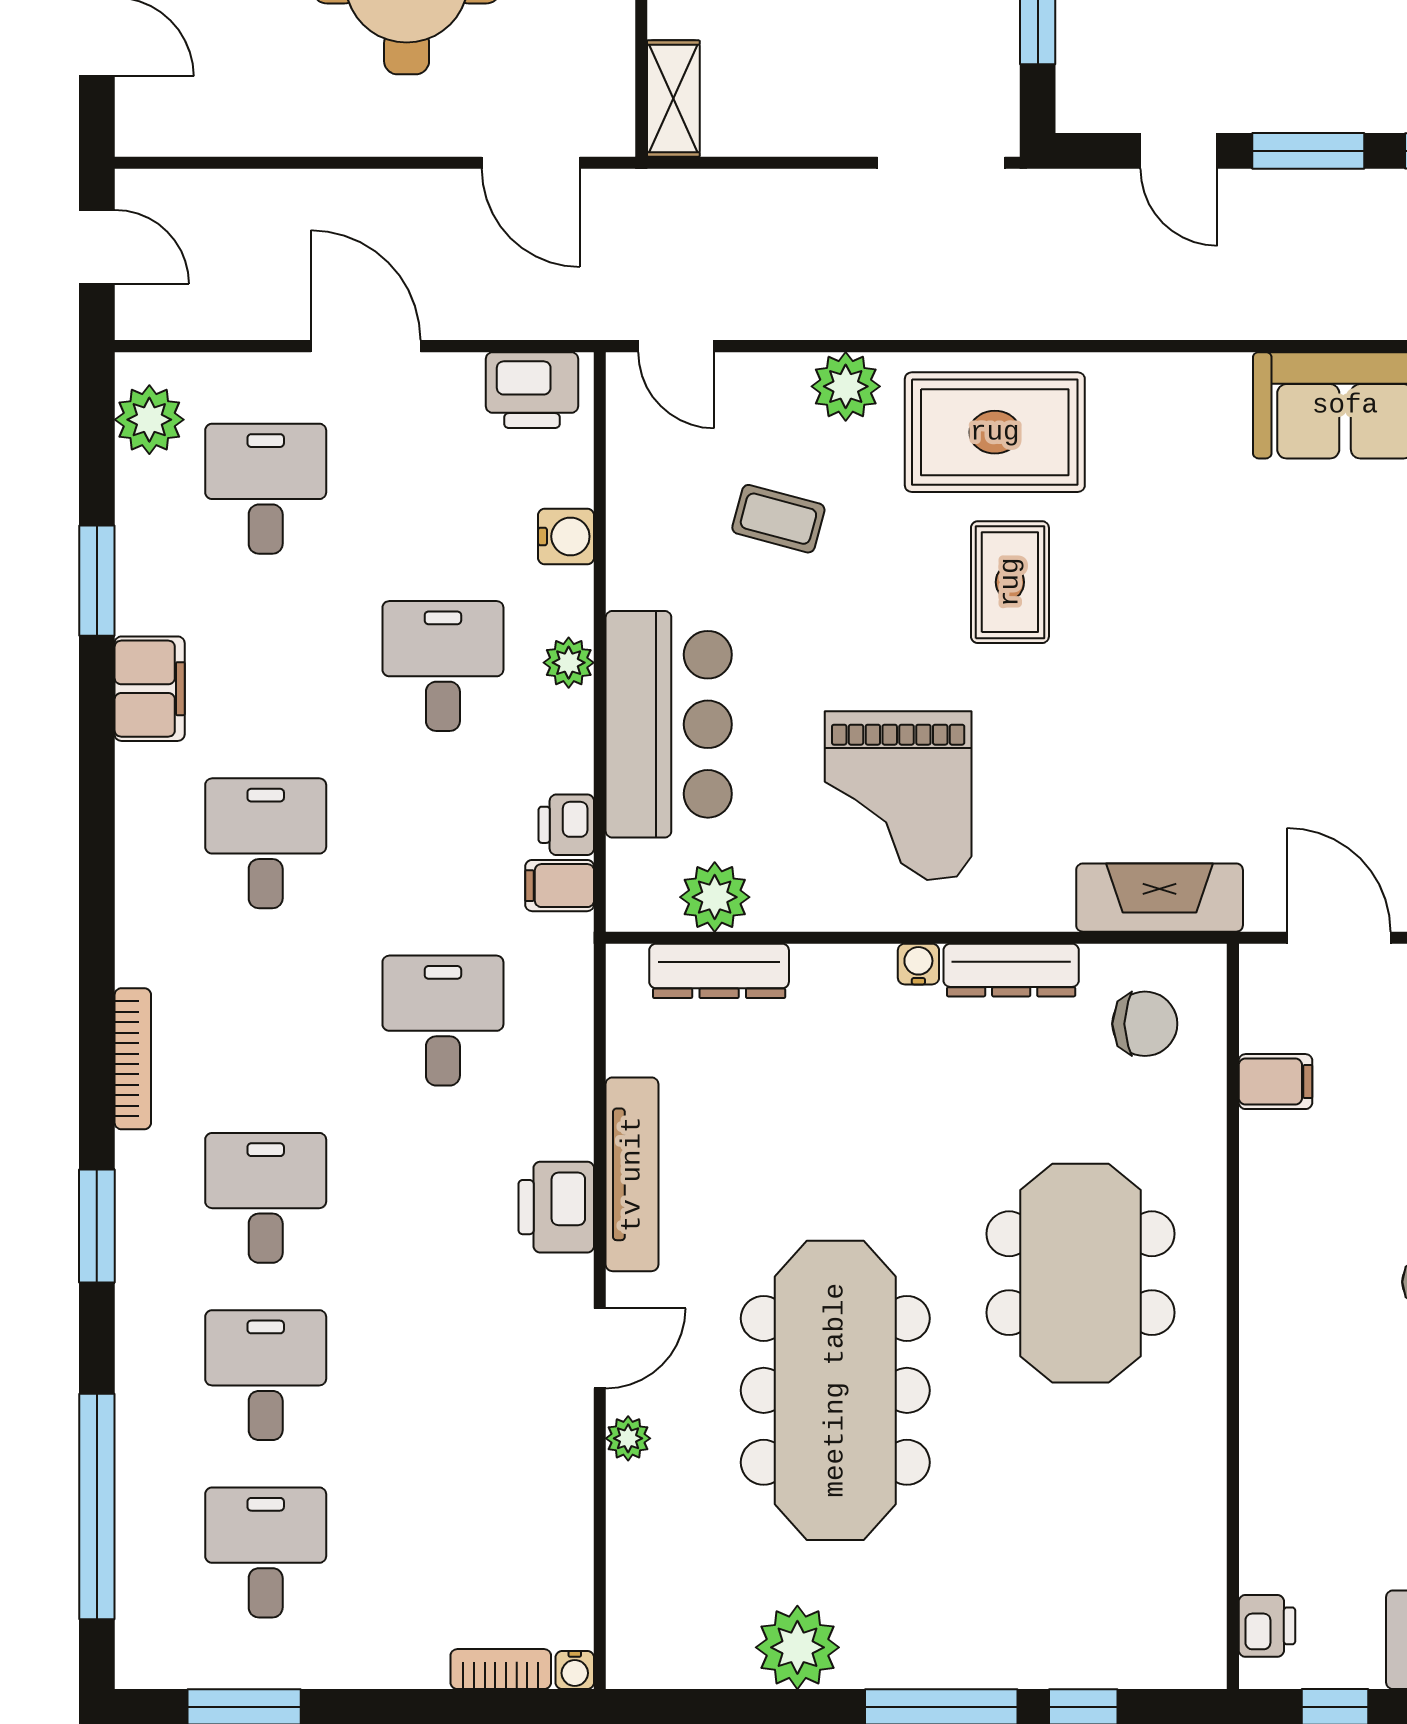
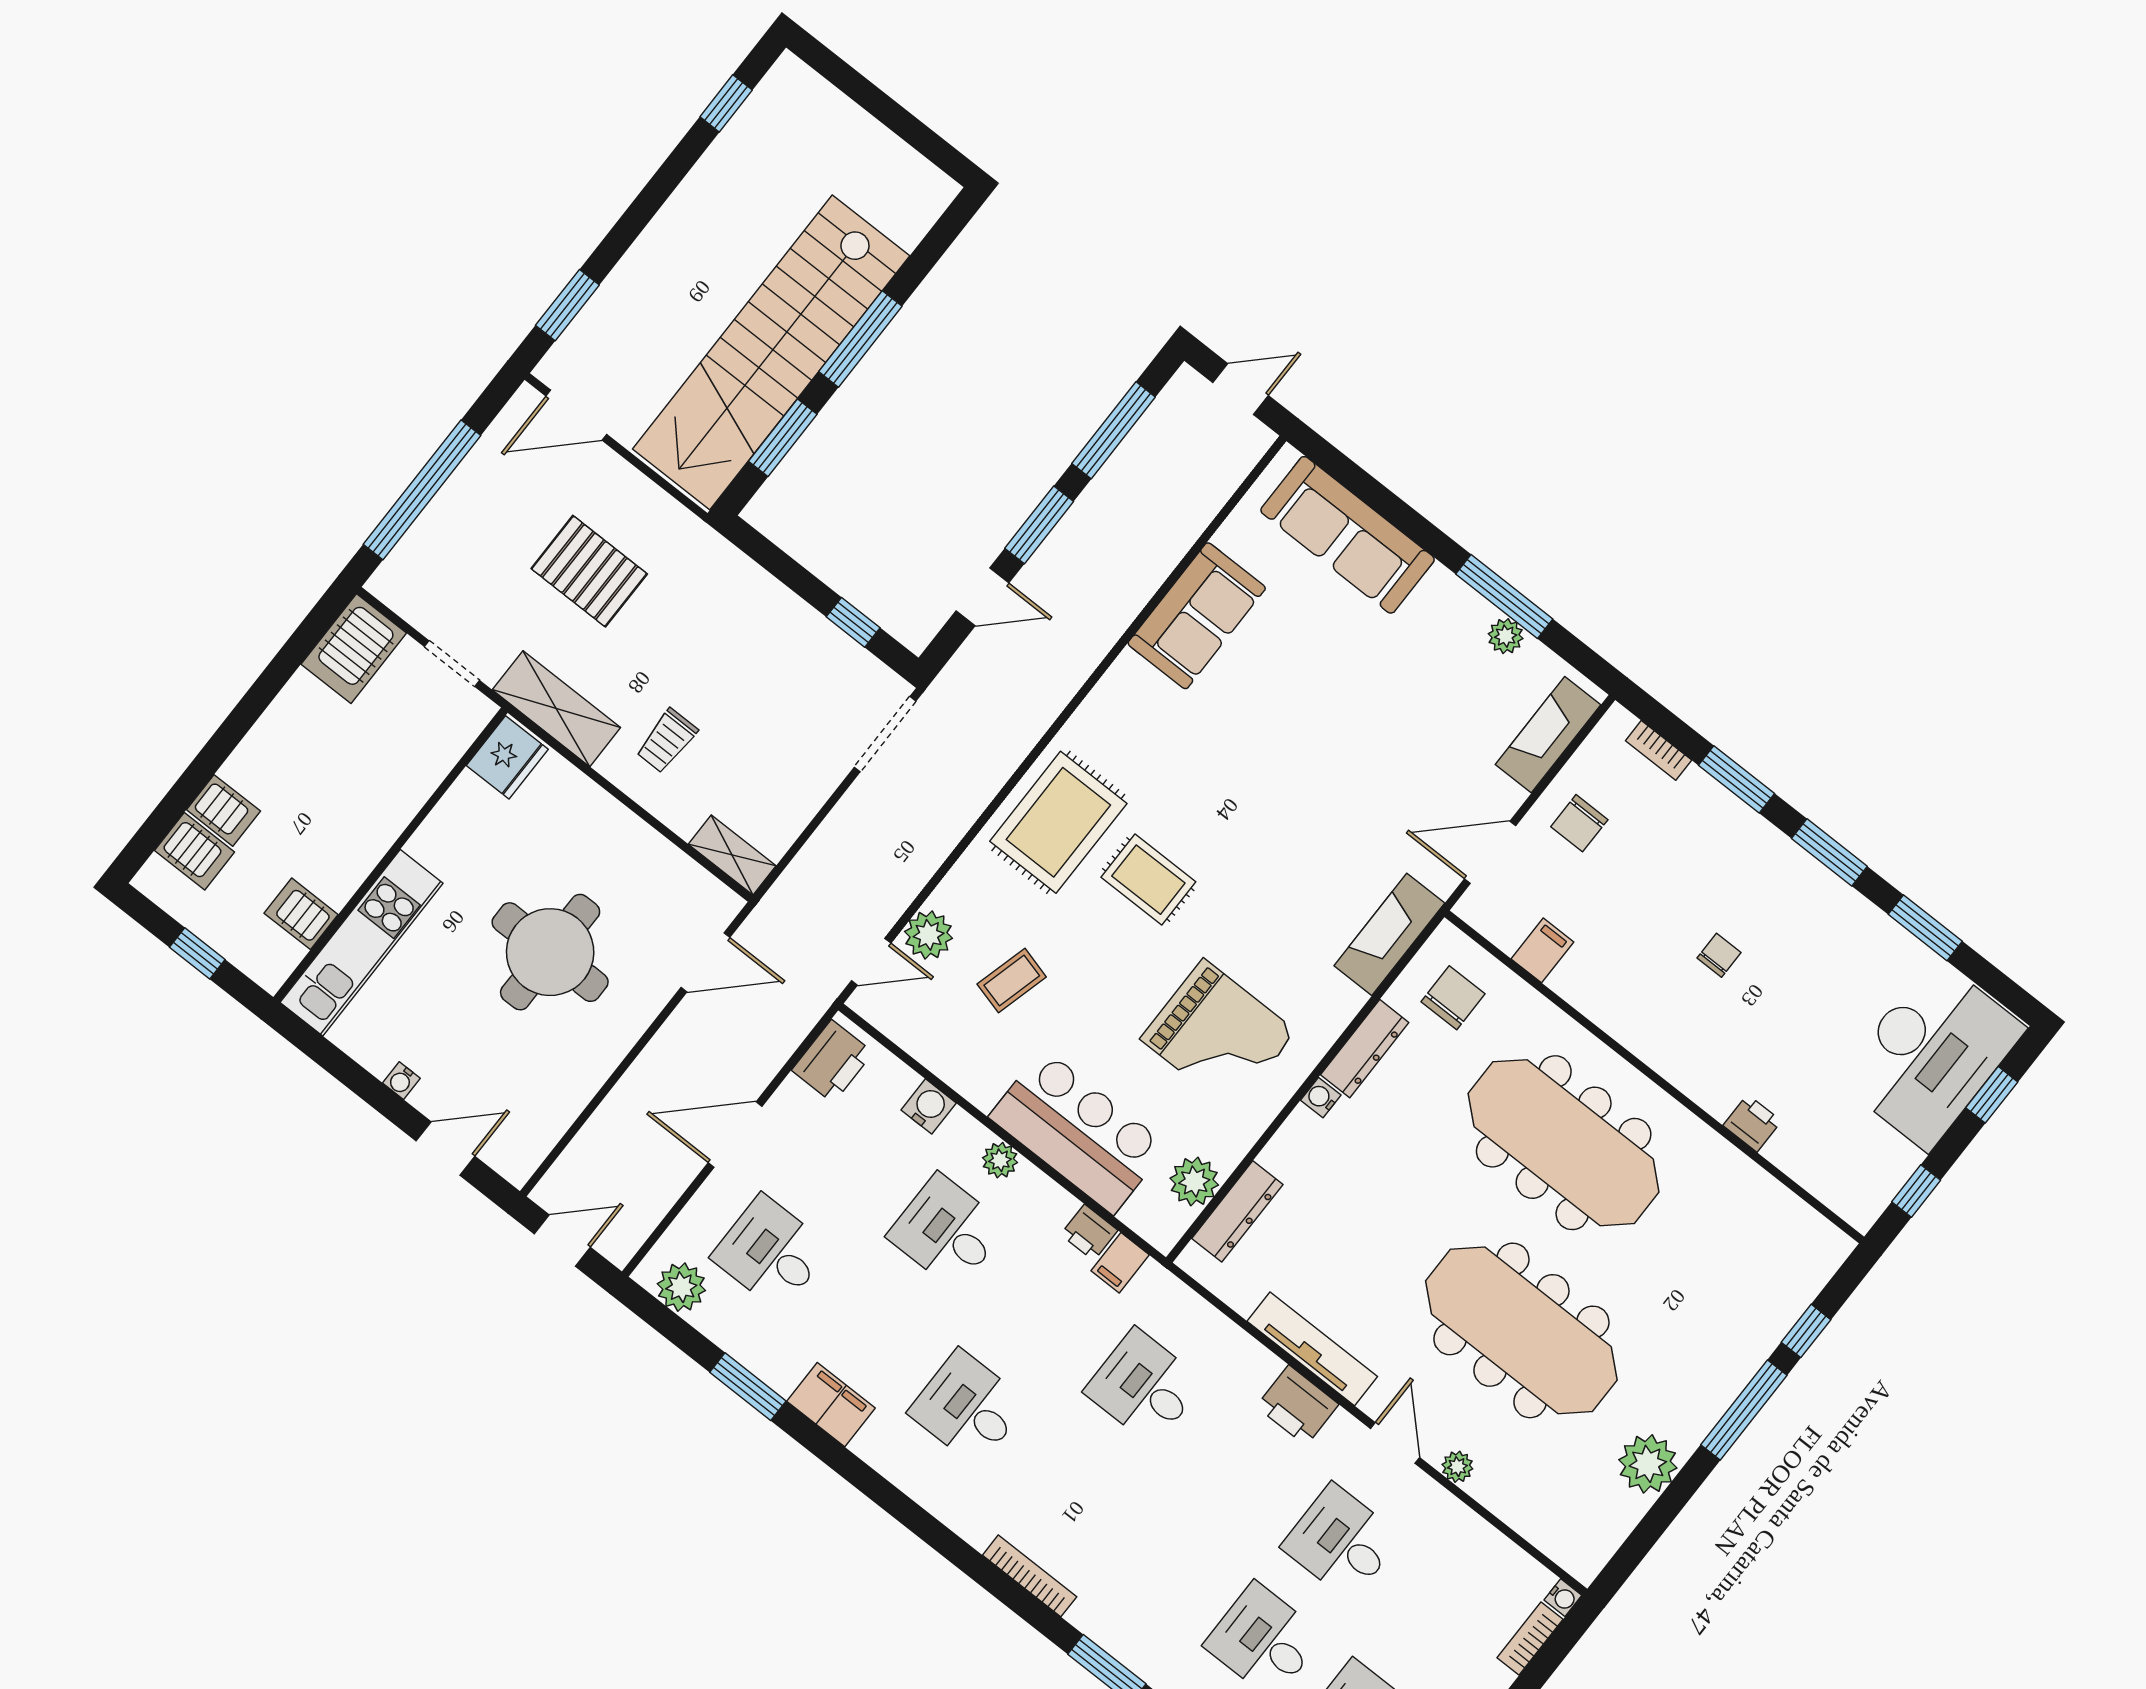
plant: (846, 386) -> (929, 935), moved
desk: (266, 1198) -> (1341, 1542), moved
meeting table: (1081, 1273) -> (1564, 1143), width x1.36
printer: (1267, 1626) -> (1752, 1123), moved

